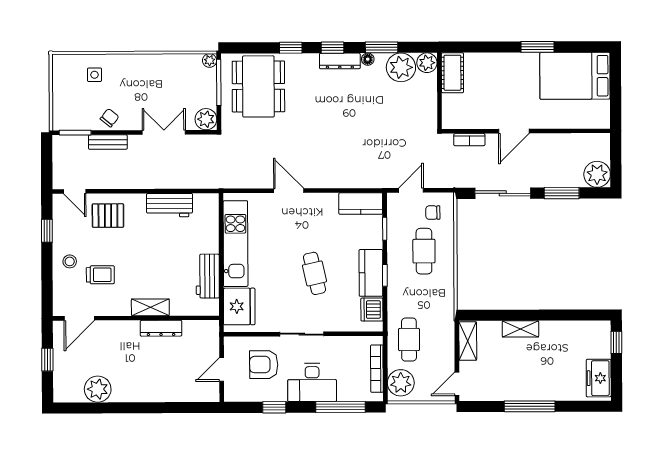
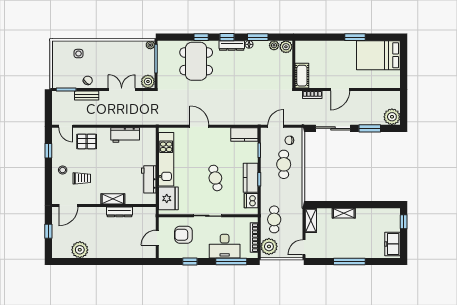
plant: (401, 67) -> (274, 45), width x0.53, depth x0.53
cot: (452, 73) -> (302, 76), moved
dining table: (258, 86) -> (196, 61), moved
desk: (312, 383) -> (225, 246), moved

